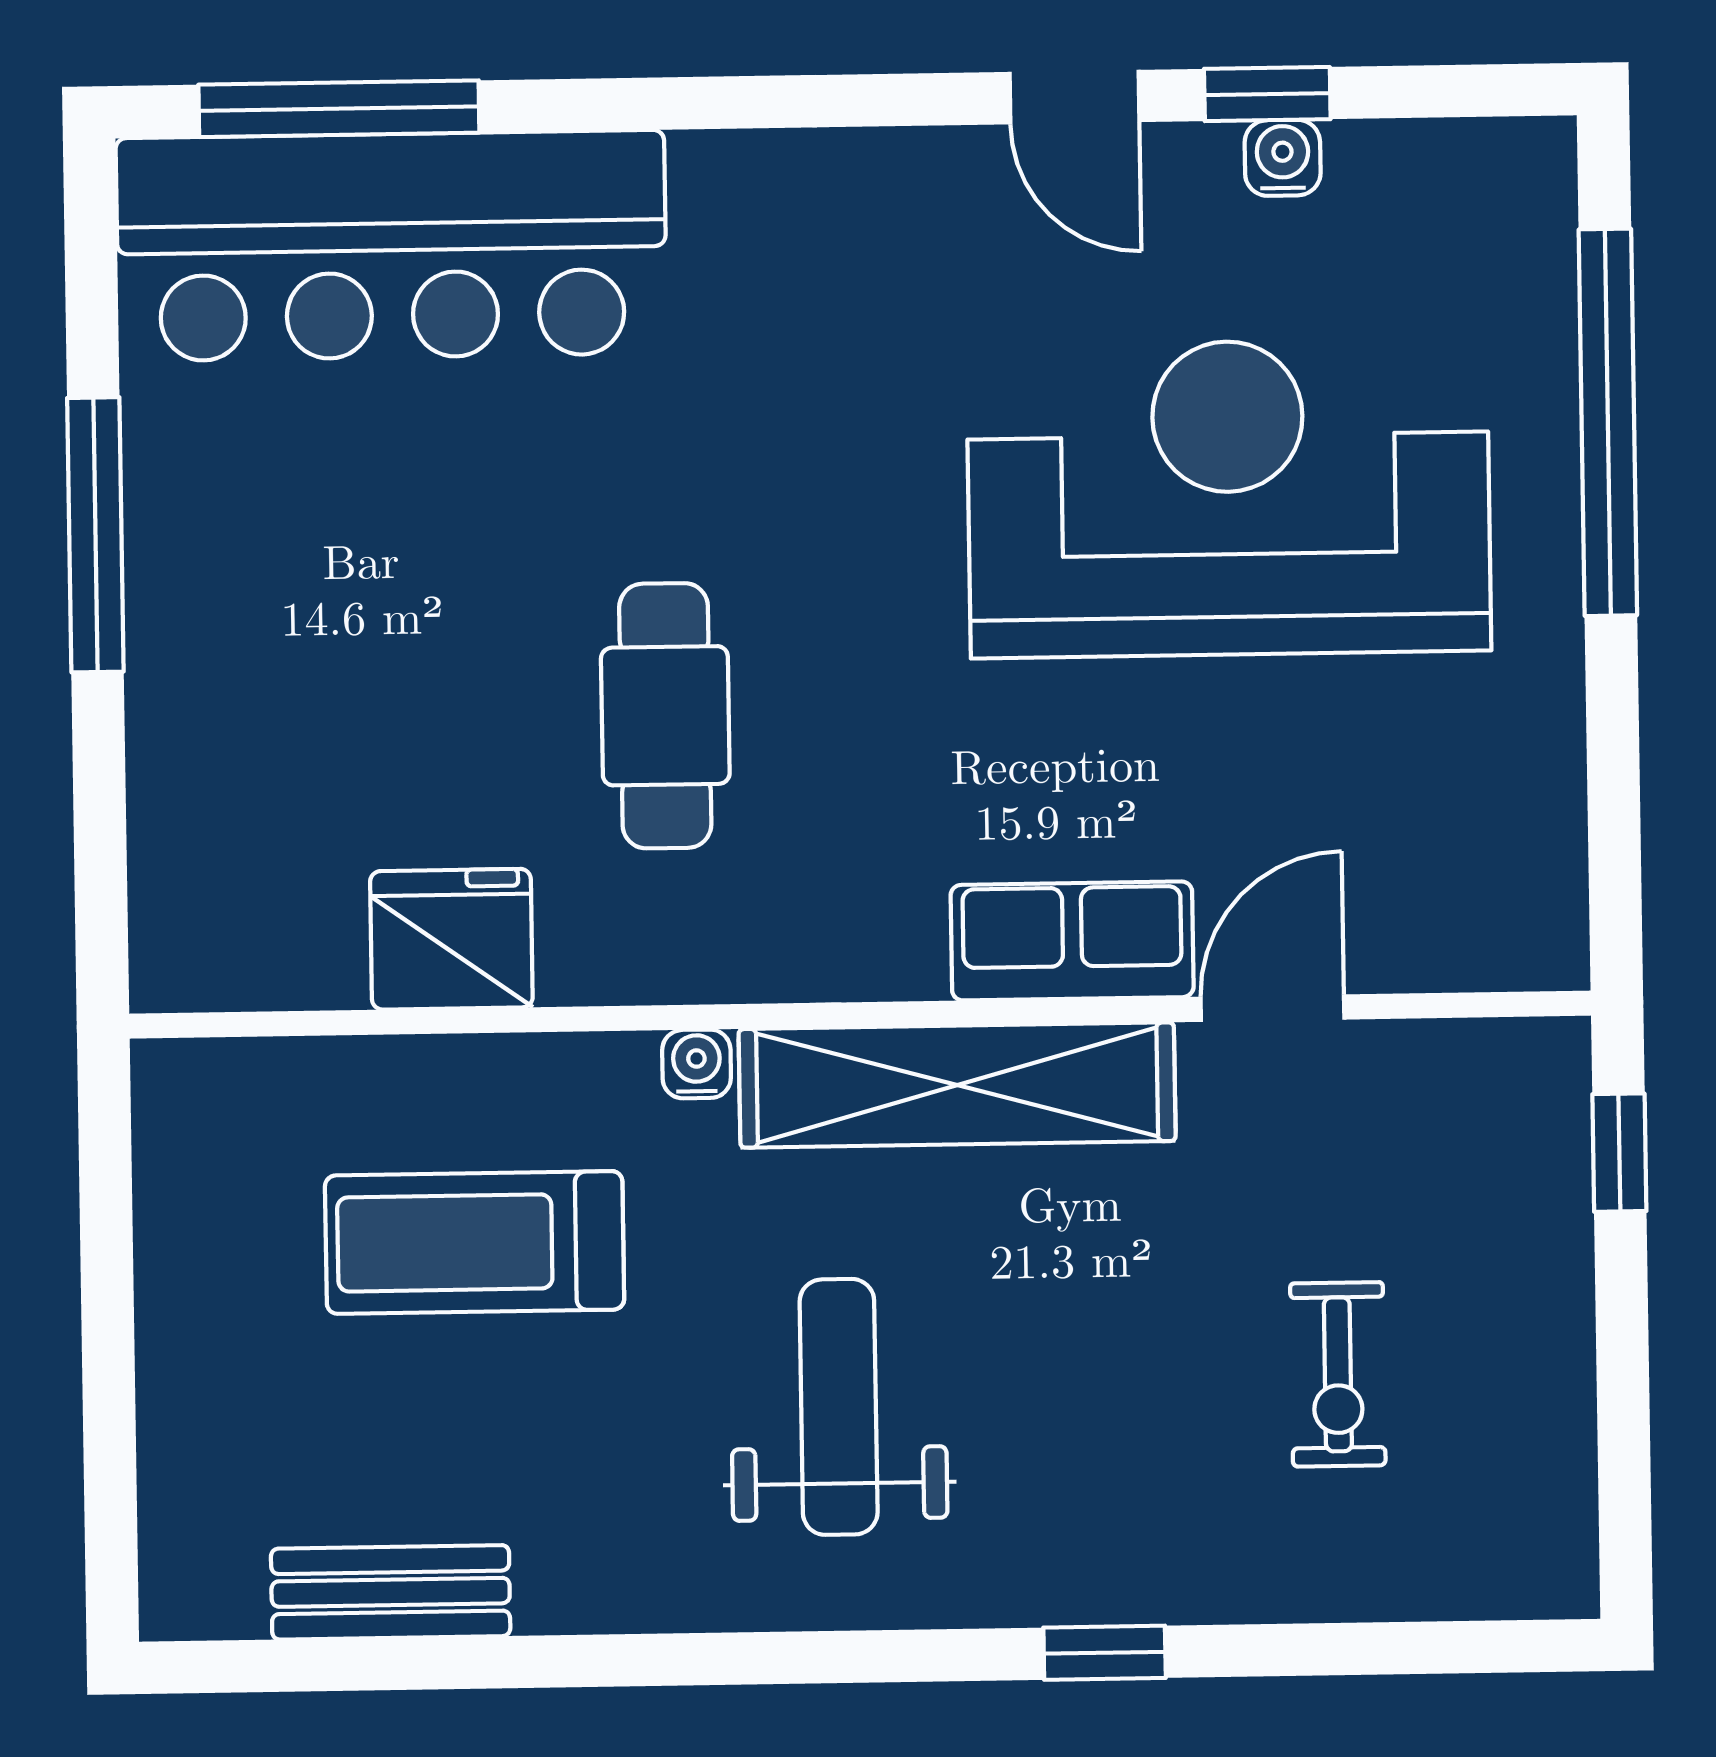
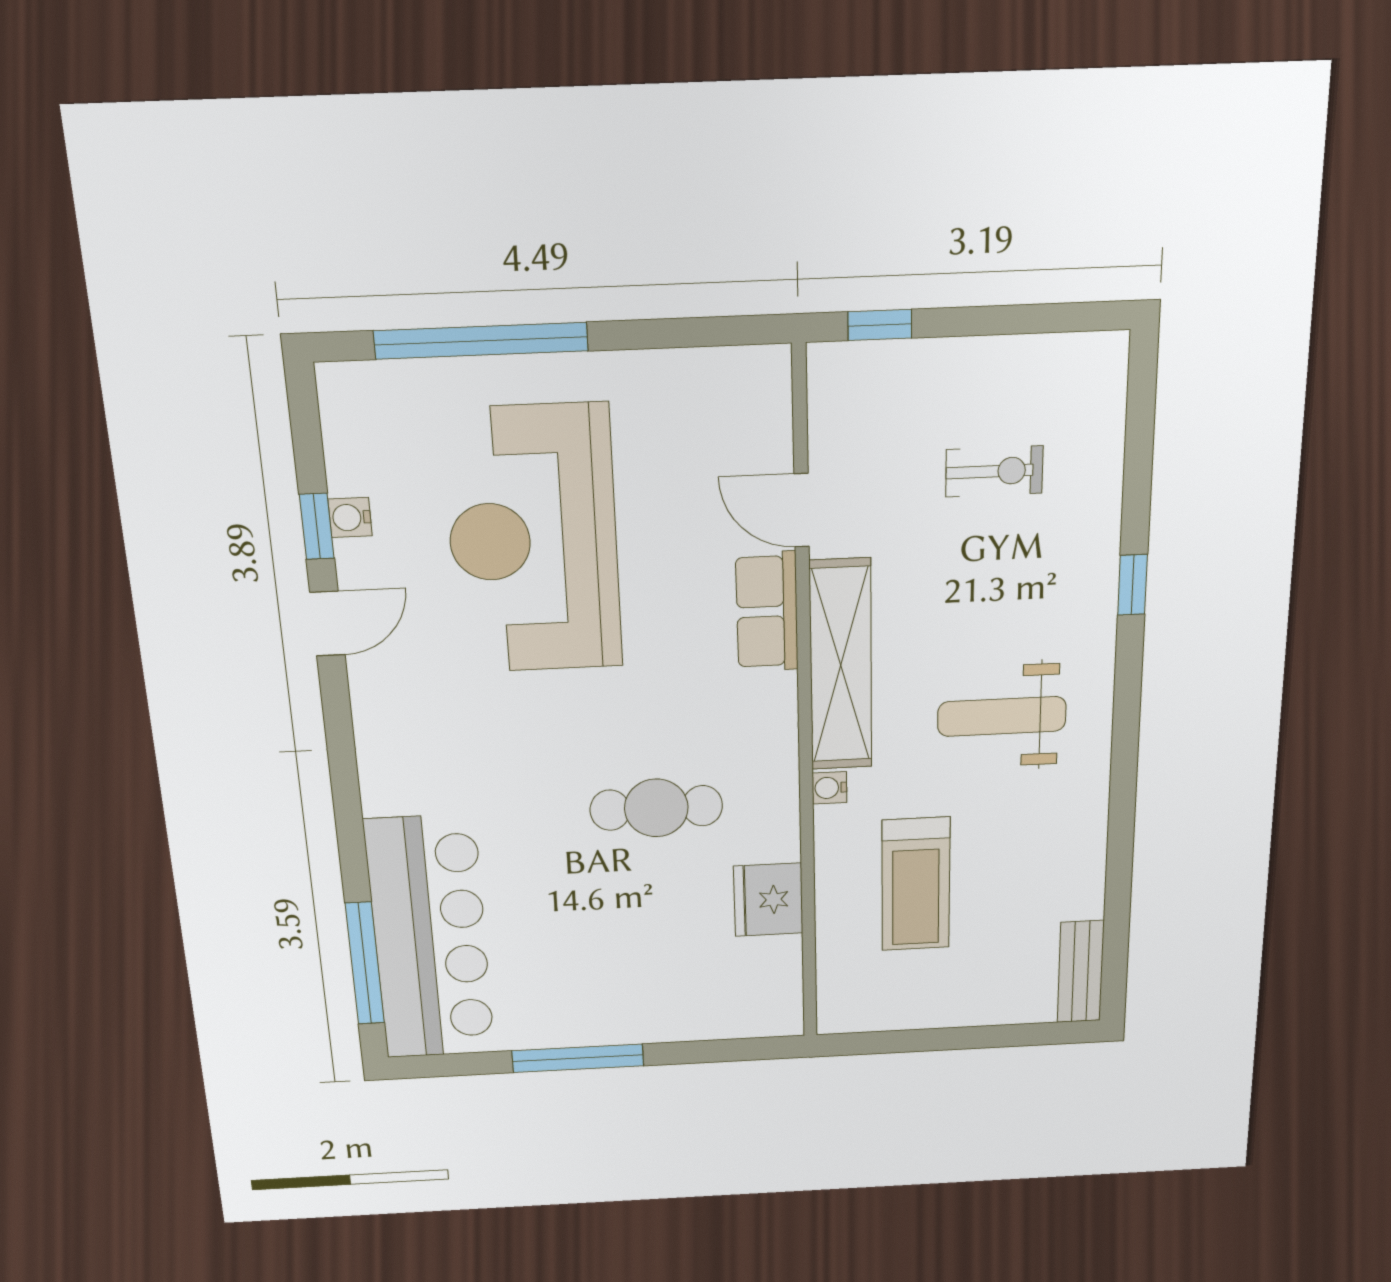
bench: (391, 1592) -> (1081, 972), moved

